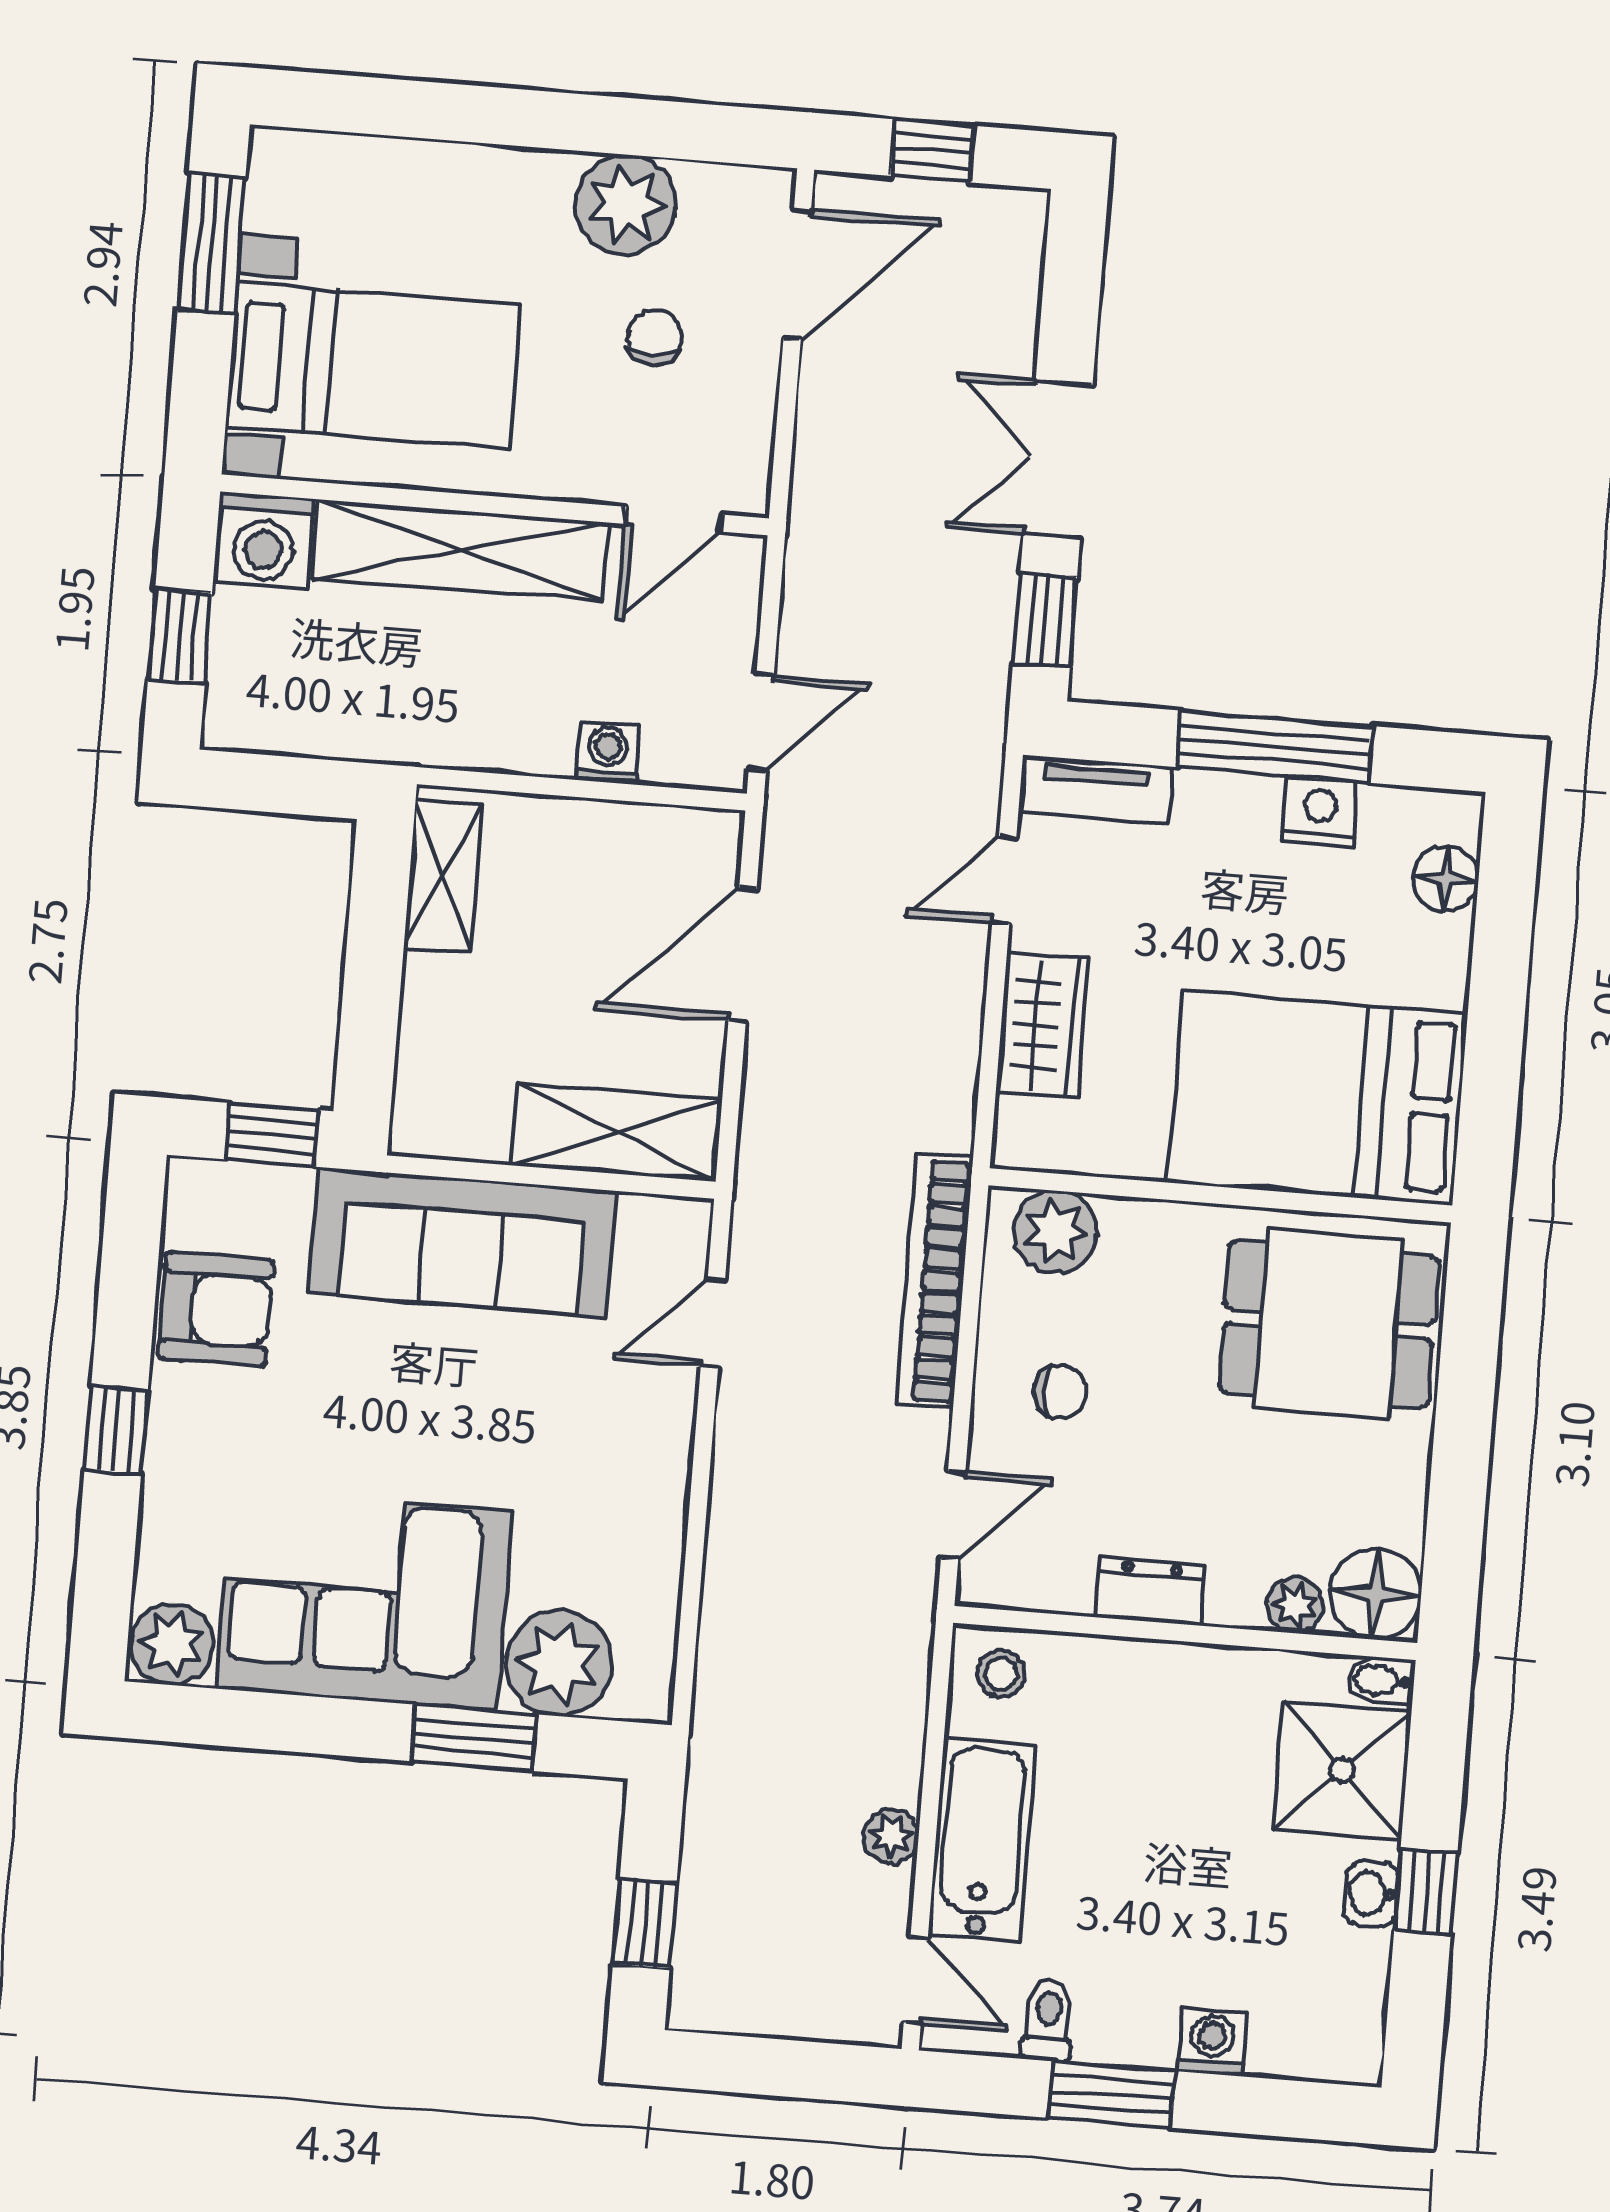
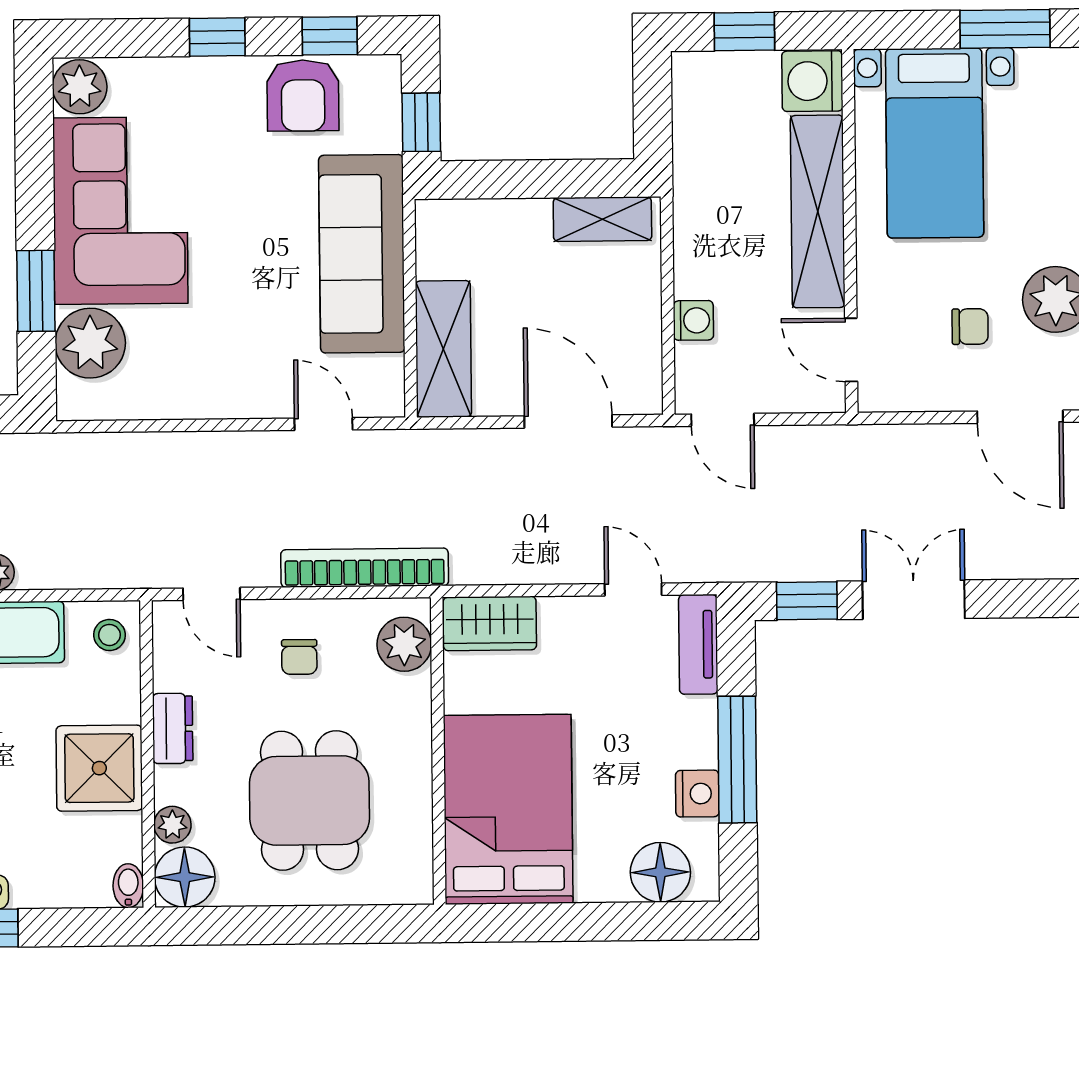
floor lamp: (1446, 879) -> (660, 872), width x1.38, depth x1.38
wardrobe: (1042, 1025) -> (490, 624), moved
window: (130, 1261) -> (330, 36), added
dining table: (1329, 1324) -> (309, 800), moved
shower: (1342, 1770) -> (99, 768), moved

